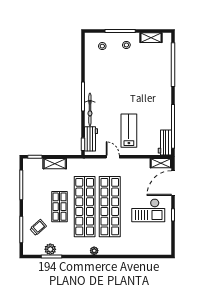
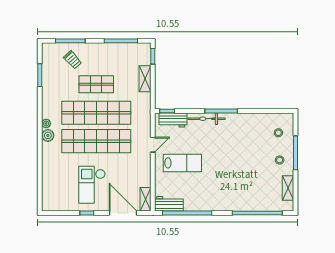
plant: (50, 249) -> (48, 135), moved

